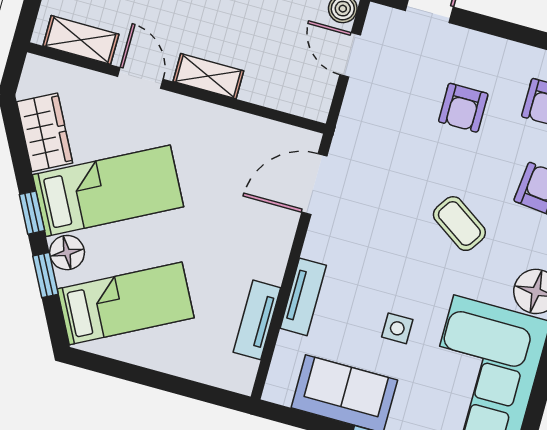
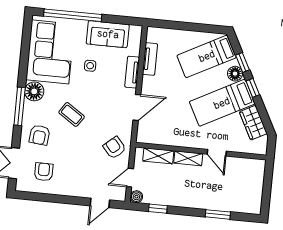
shelving: (81, 40) -> (158, 156), moved
door: (350, 55) -> (130, 178), swing flipped
armchair: (463, 108) -> (115, 148), moved, turned -41
door: (314, 184) -> (137, 107), moved

